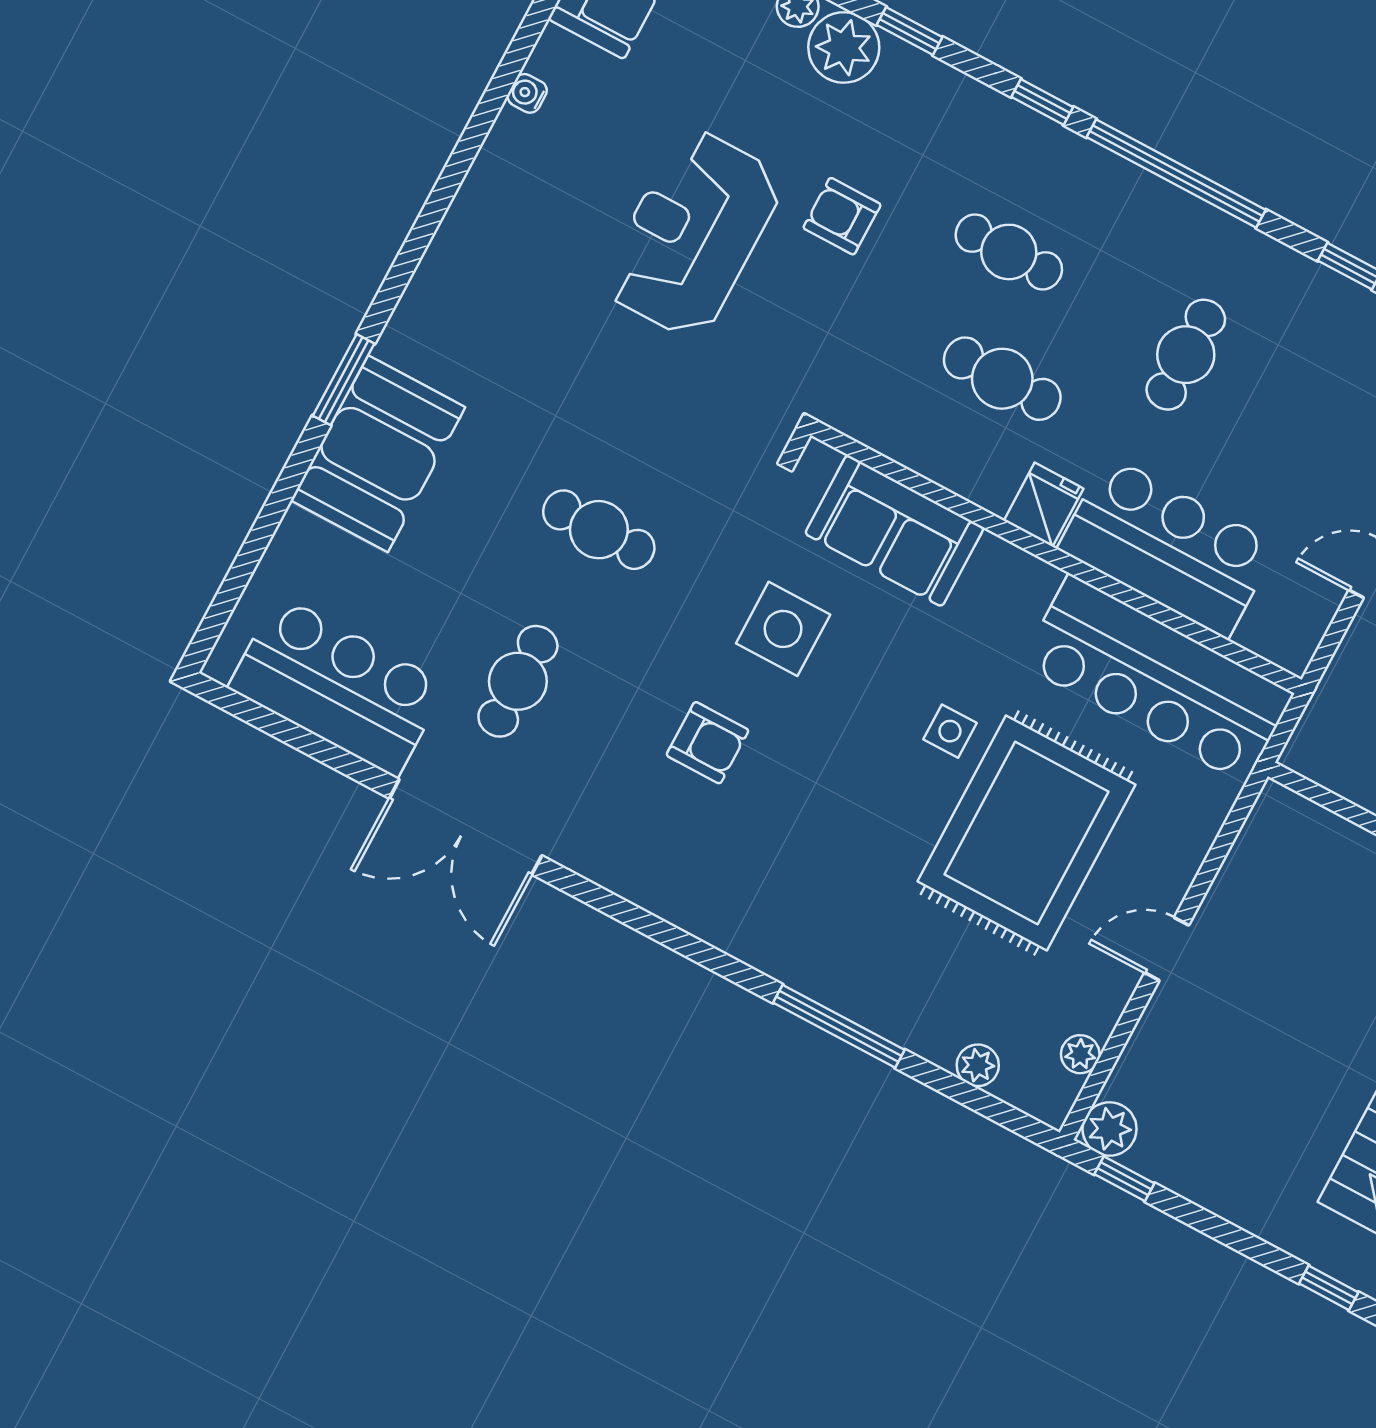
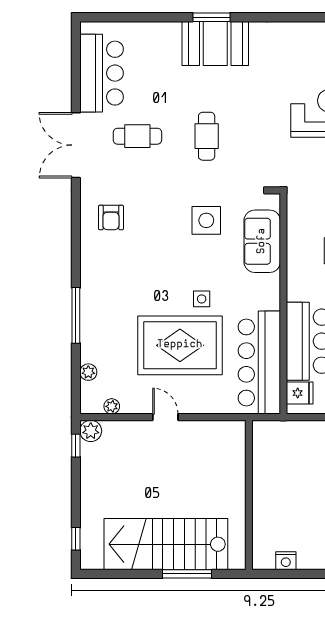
booth: (378, 454) -> (215, 43), moved
fridge: (1044, 505) -> (300, 393), moved
armchair: (707, 743) -> (111, 218), moved

